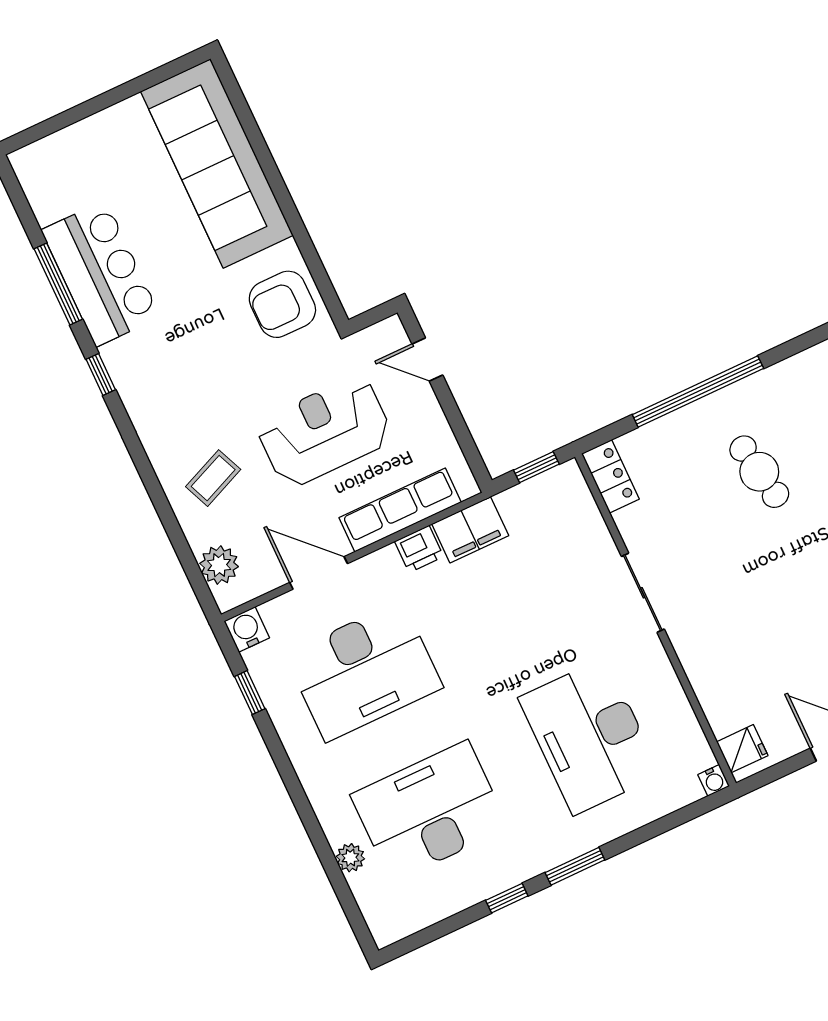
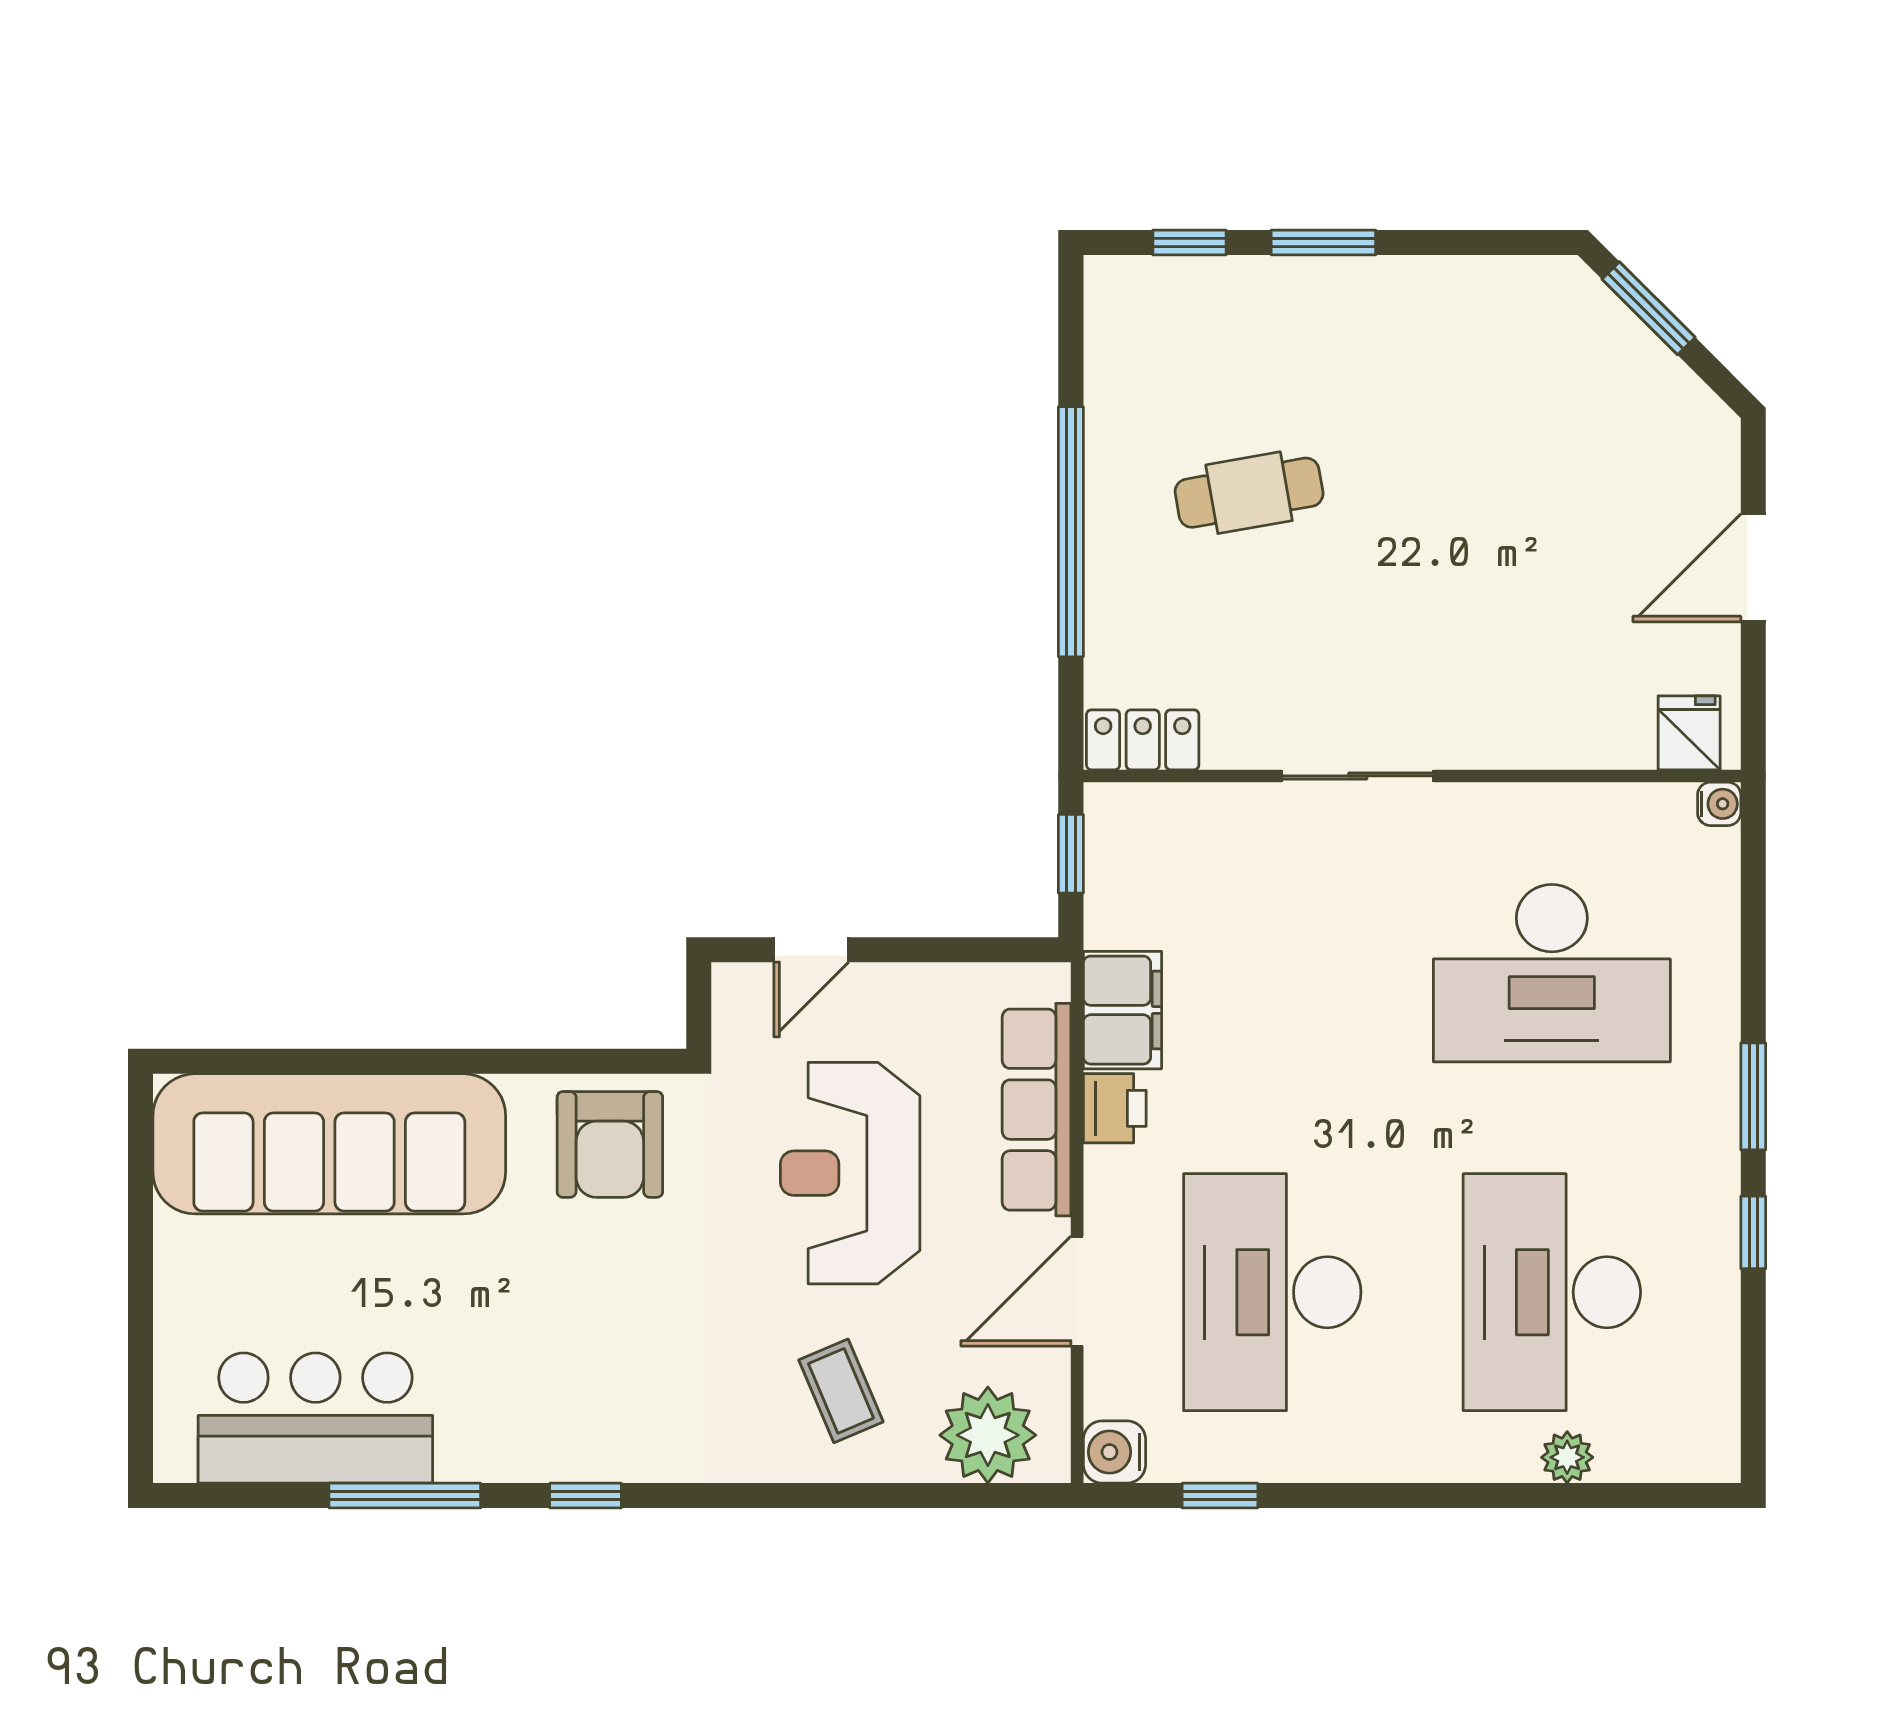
bar counter: (101, 273) -> (315, 1418), moved
plant: (219, 565) -> (988, 1435), width x1.36, depth x1.36
desk: (364, 671) -> (1272, 1292), turned 180

